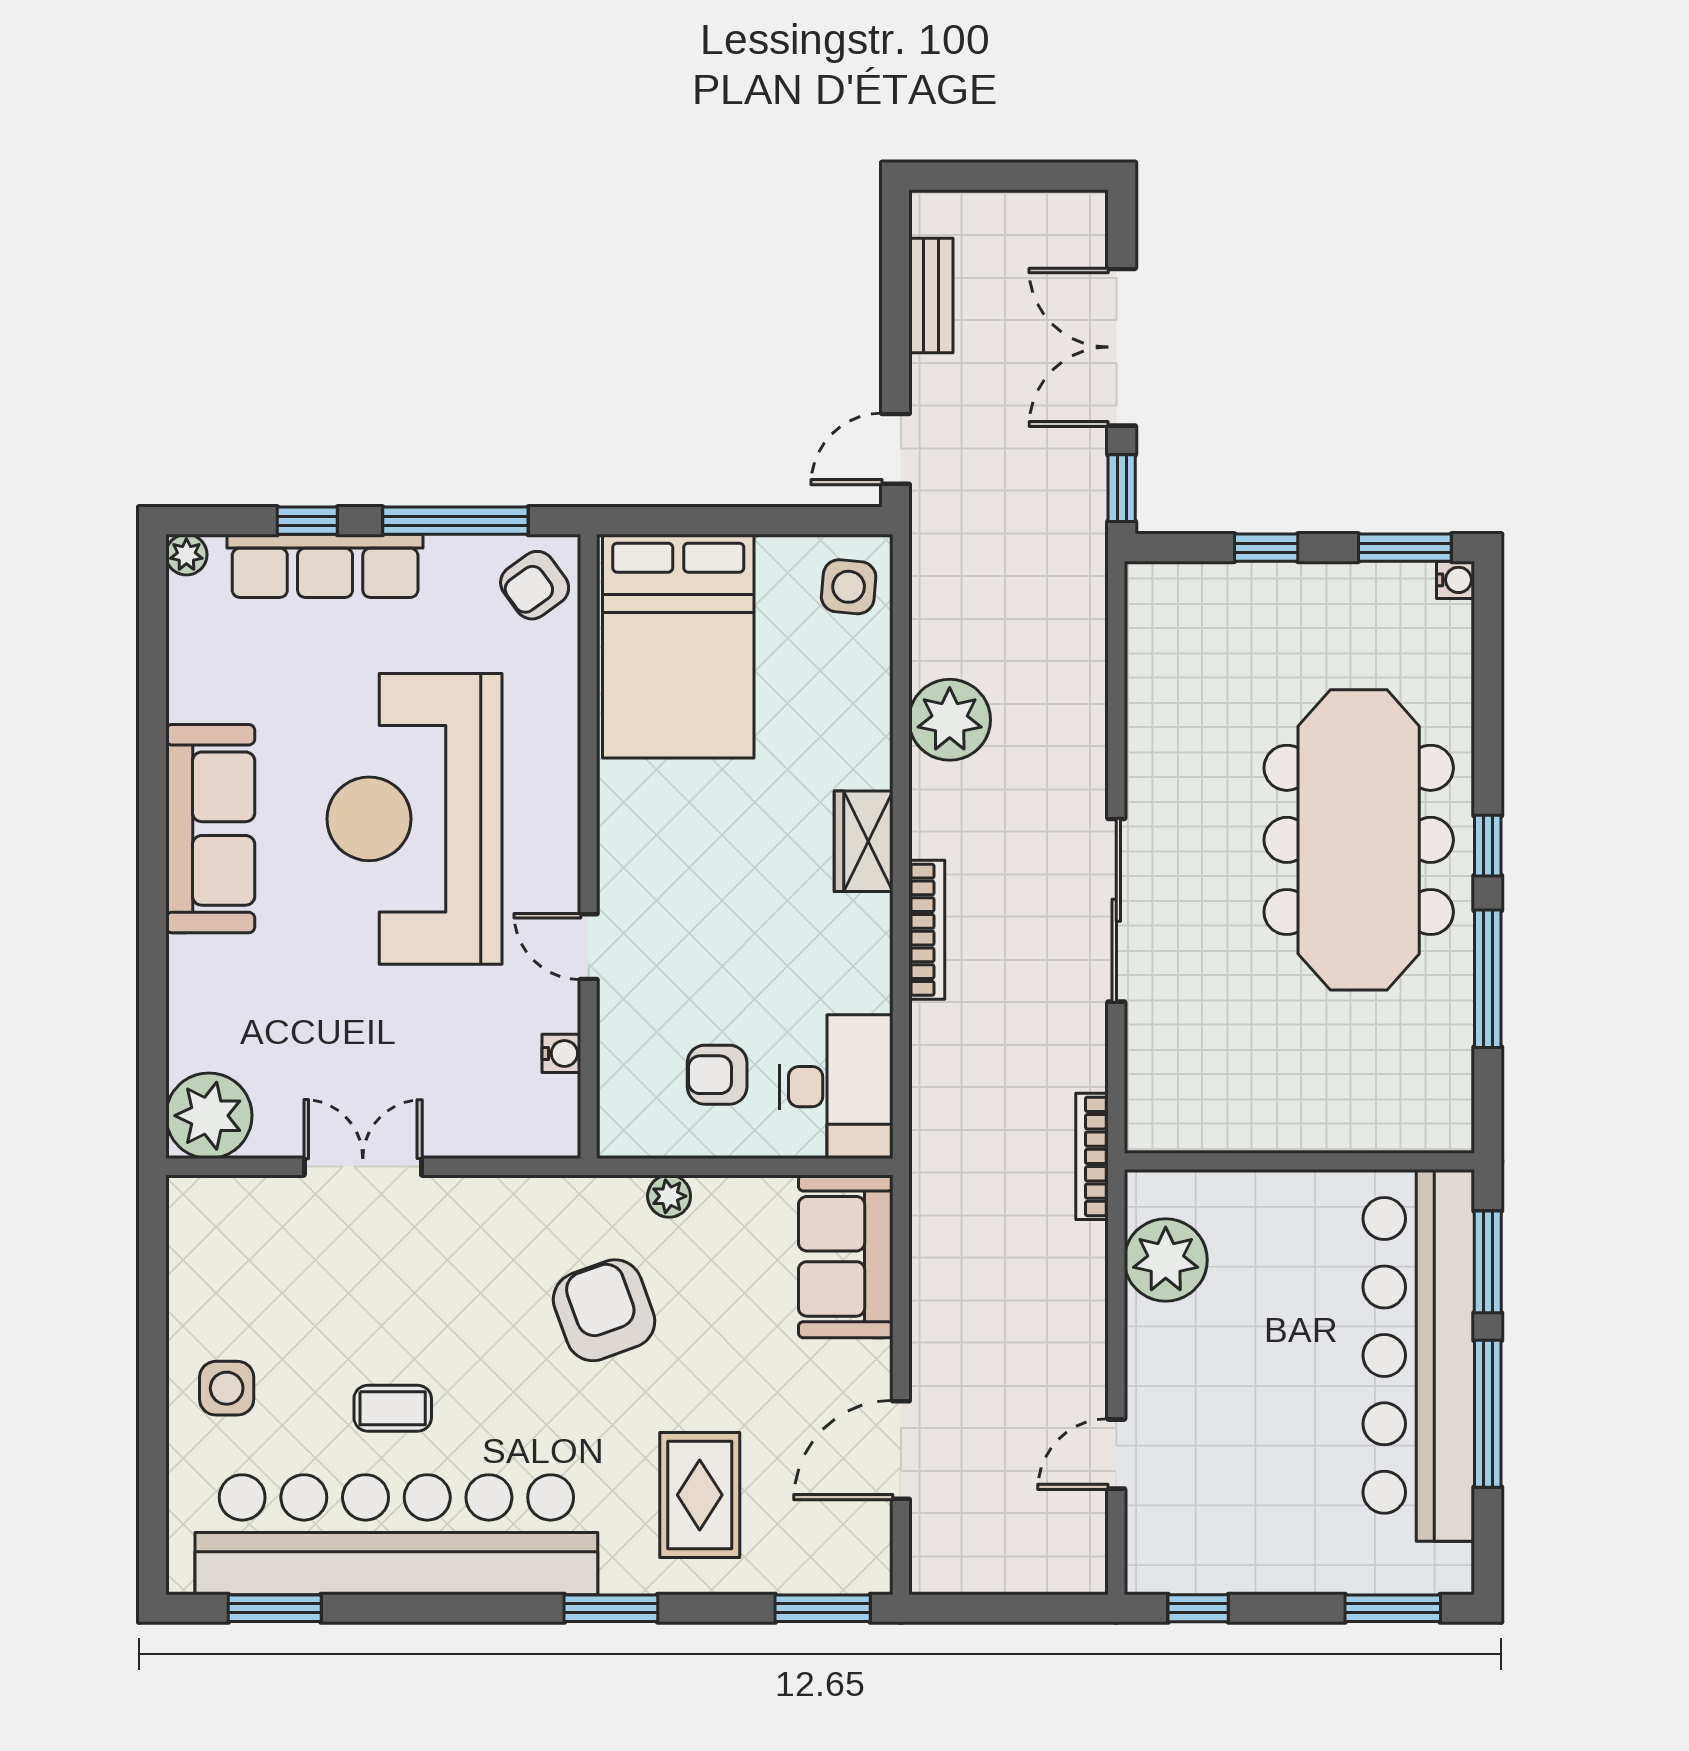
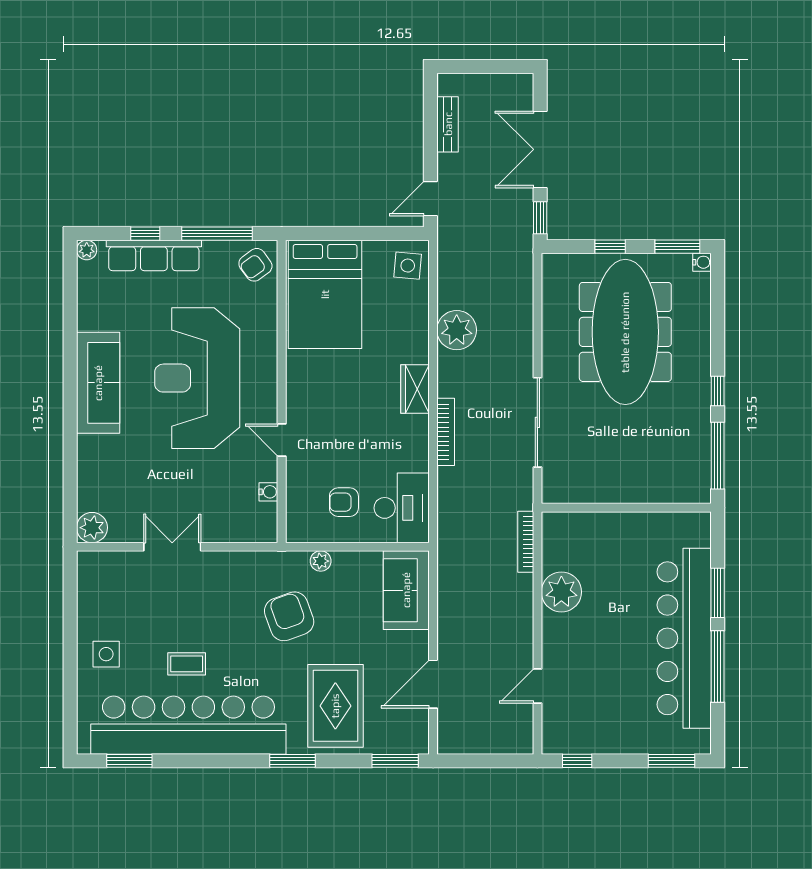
meeting table: (1359, 840) -> (625, 332), moved
plant: (209, 1116) -> (92, 528), width x0.73, depth x0.73
wall: (1299, 1161) -> (626, 508), moved
rug: (700, 1495) -> (335, 706), width x1.36, depth x1.43

